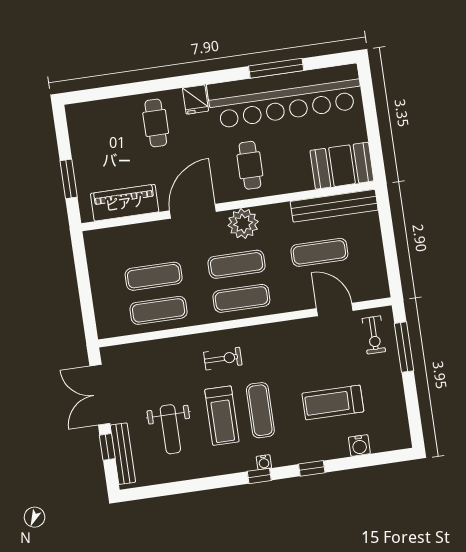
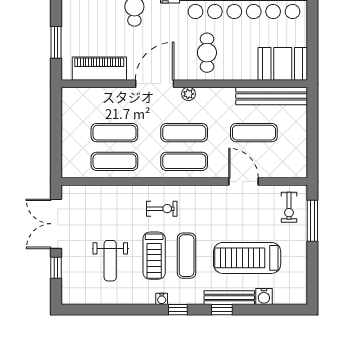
plant: (243, 224) -> (188, 94), width x0.53, depth x0.53
door: (335, 309) -> (244, 182), moved
treadmill: (333, 403) -> (247, 258), width x1.37, depth x1.38
bench: (123, 454) -> (229, 298), moved, turned 90
water cooler: (264, 462) -> (162, 299), moved

